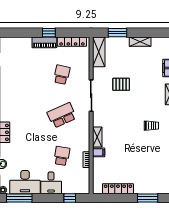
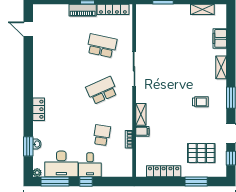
shelving: (140, 42) -> (202, 9), moved
shelving: (99, 52) -> (142, 21), removed
school desk: (62, 75) -> (102, 46), width x1.85
pallet: (121, 84) -> (201, 153), moved, width x1.50, depth x1.42
window: (70, 198) -> (86, 182), moved

